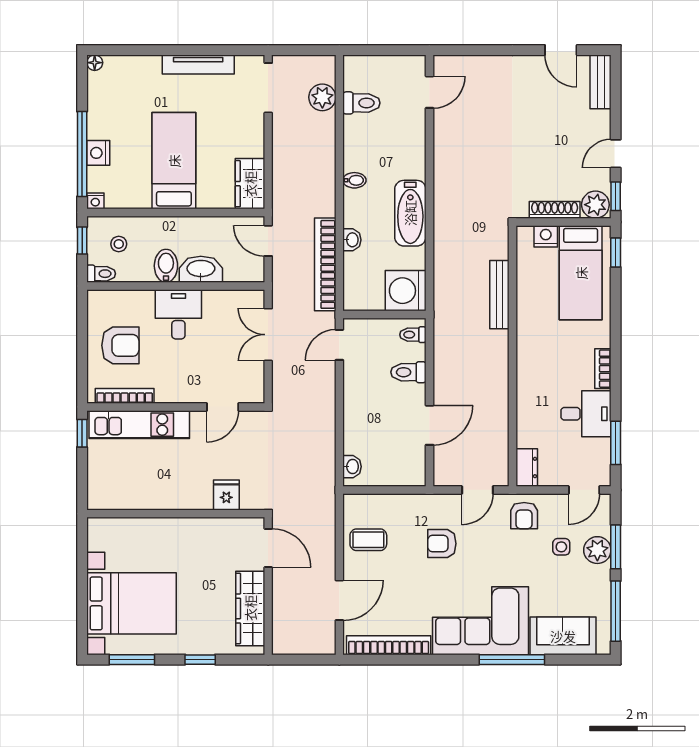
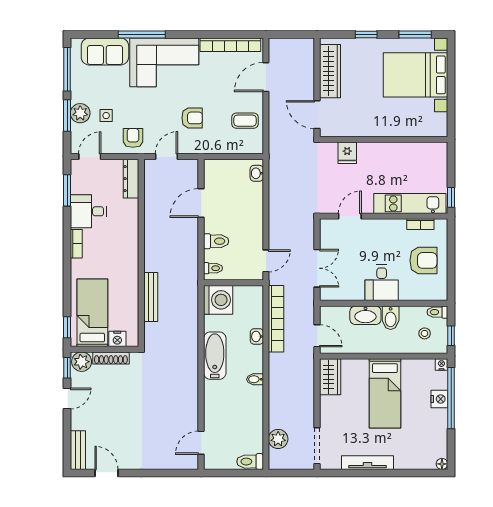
toilet: (361, 103) -> (250, 462), moved
armchair: (120, 345) -> (423, 260), turned 180
bookcase: (125, 396) -> (420, 224), width x0.64
dresser: (527, 468) -> (131, 179), width x1.44

